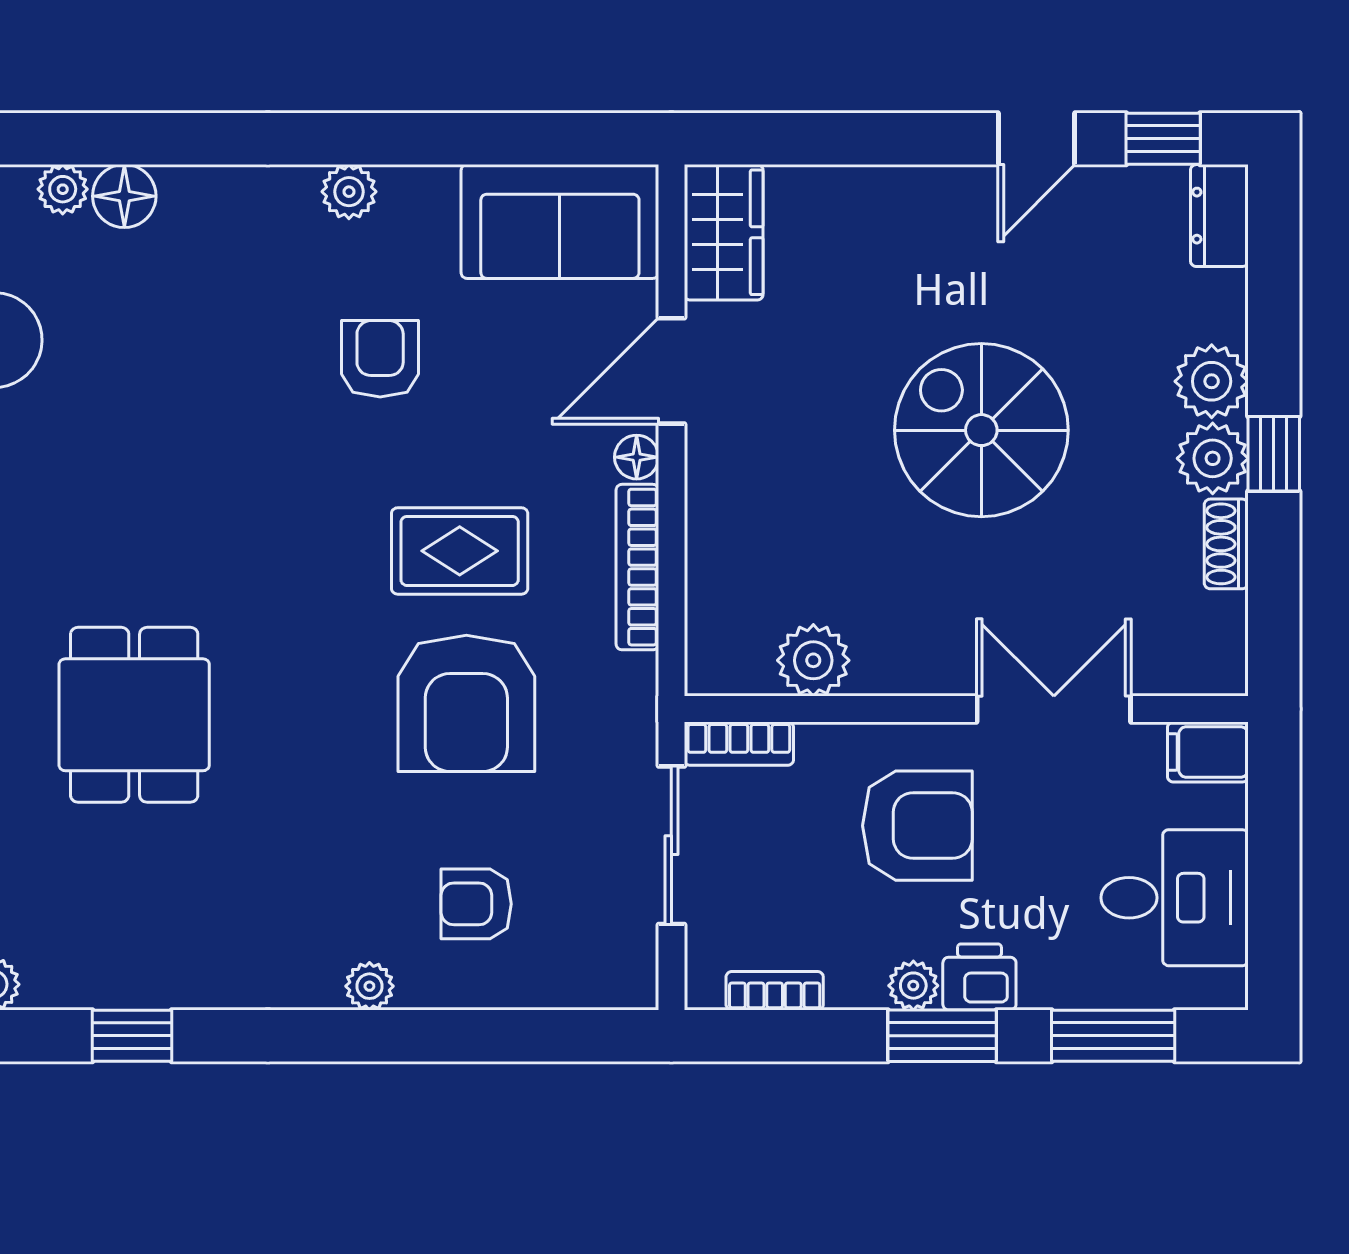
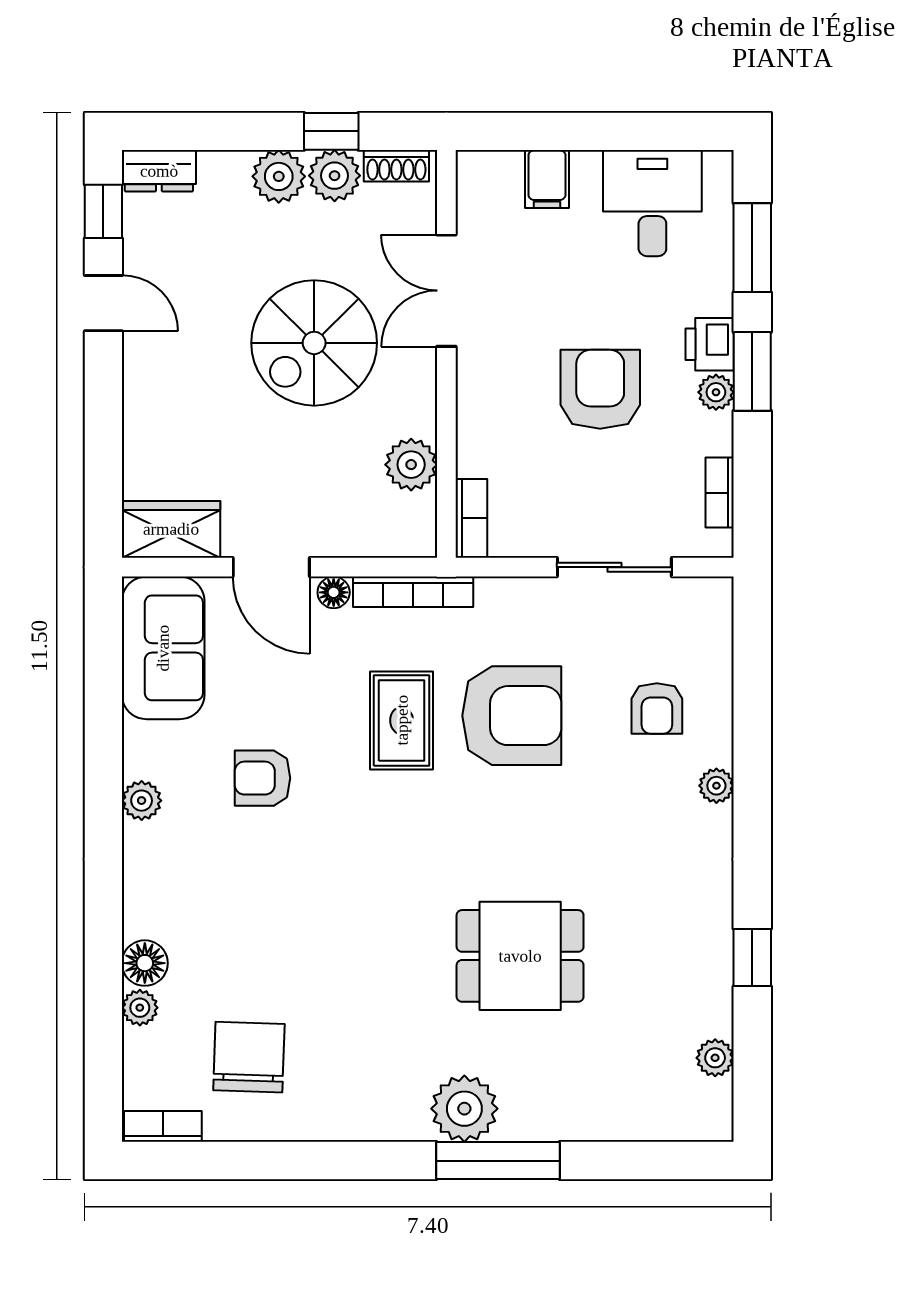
plant: (813, 660) -> (411, 465), moved
wall: (966, 709) -> (446, 354), moved
double door: (1054, 709) -> (446, 291), moved
bookcase: (739, 744) -> (471, 518), moved

